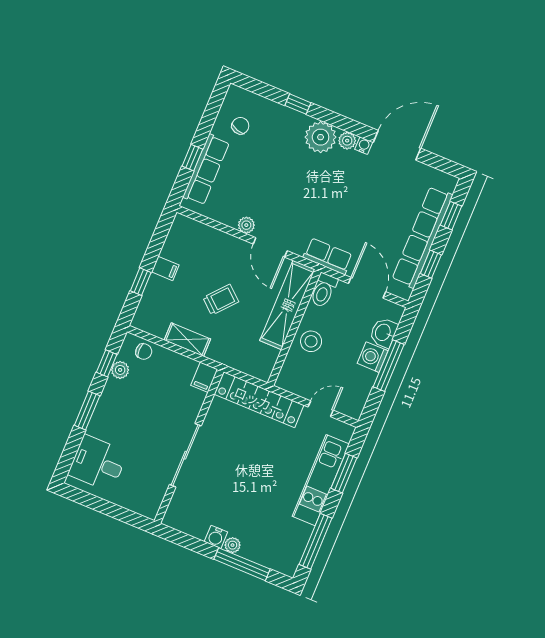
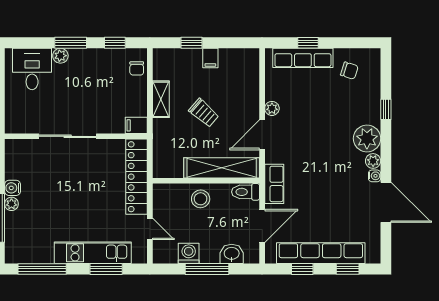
washing machine: (373, 357) -> (189, 253), moved
plant: (120, 370) -> (60, 56), moved

